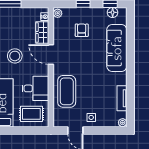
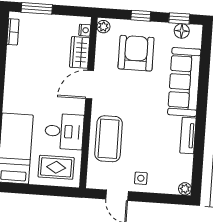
armchair: (82, 30) -> (136, 53), width x1.88, depth x1.88
door: (51, 54) -> (90, 85), hinge flipped
stool: (15, 56) -> (38, 83), removed
tv unit: (122, 98) -> (188, 135), moved

